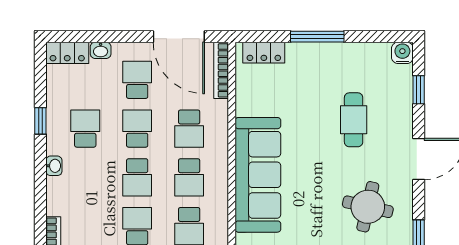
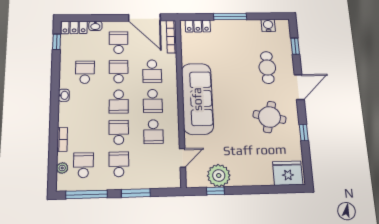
water cooler: (402, 53) -> (268, 25), moved
cafe table: (354, 120) -> (267, 67), moved
window: (40, 121) -> (57, 42), moved

